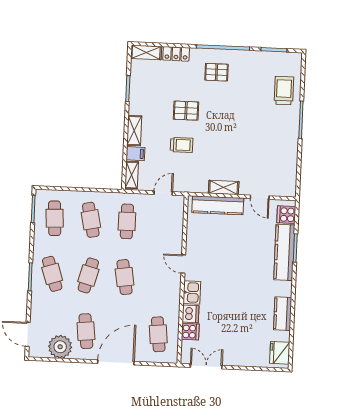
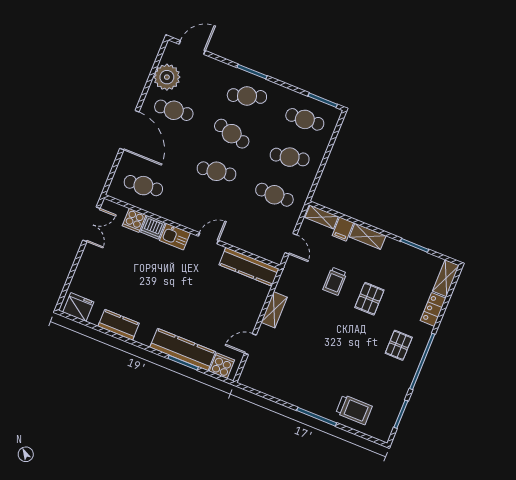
kitchen counter: (218, 205) -> (249, 267), moved, turned -90

